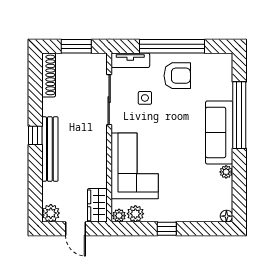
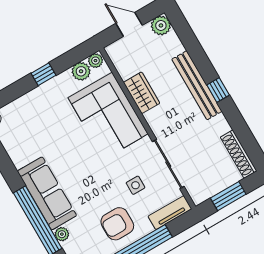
plant: (226, 172) -> (62, 234), moved
wardrobe: (97, 205) -> (142, 93), moved

